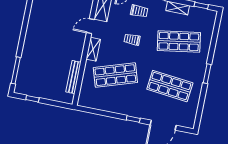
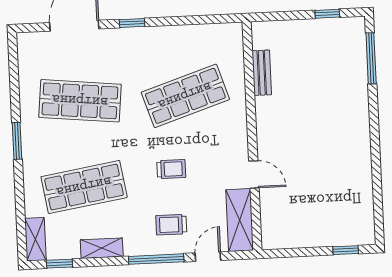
door: (90, 26) -> (254, 174), hinge flipped
shelving: (93, 49) -> (35, 239), moved
bench: (73, 77) -> (262, 73), width x0.73

